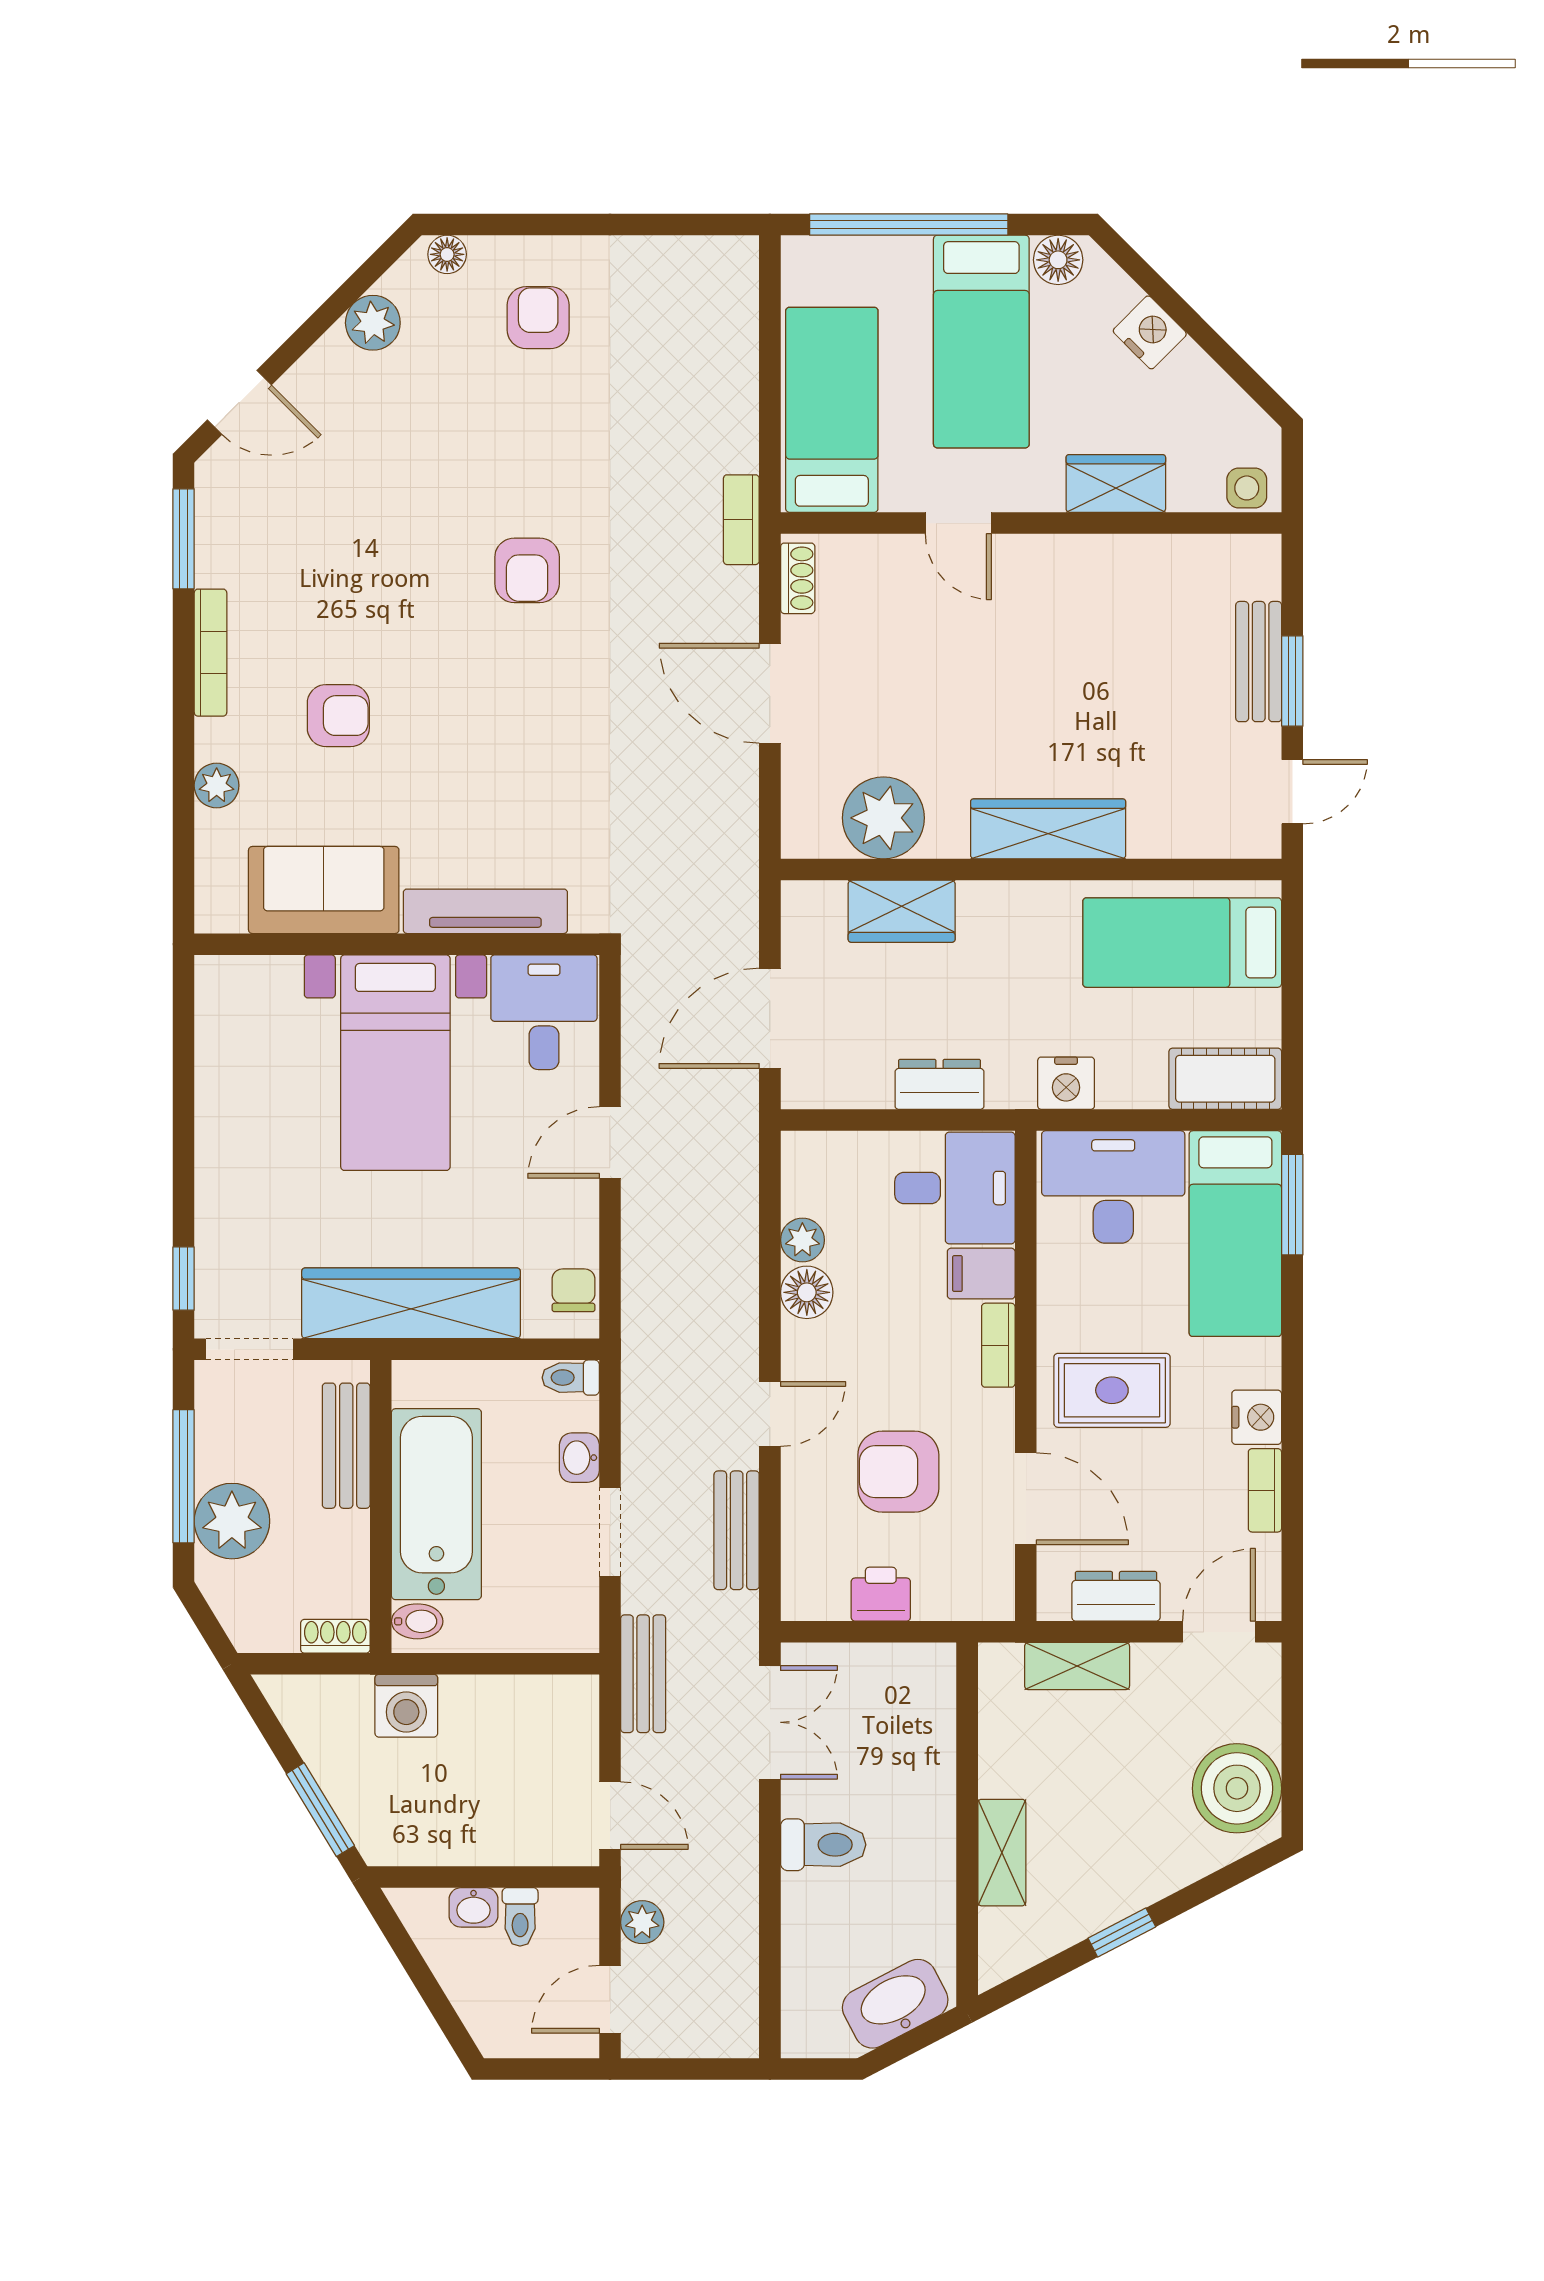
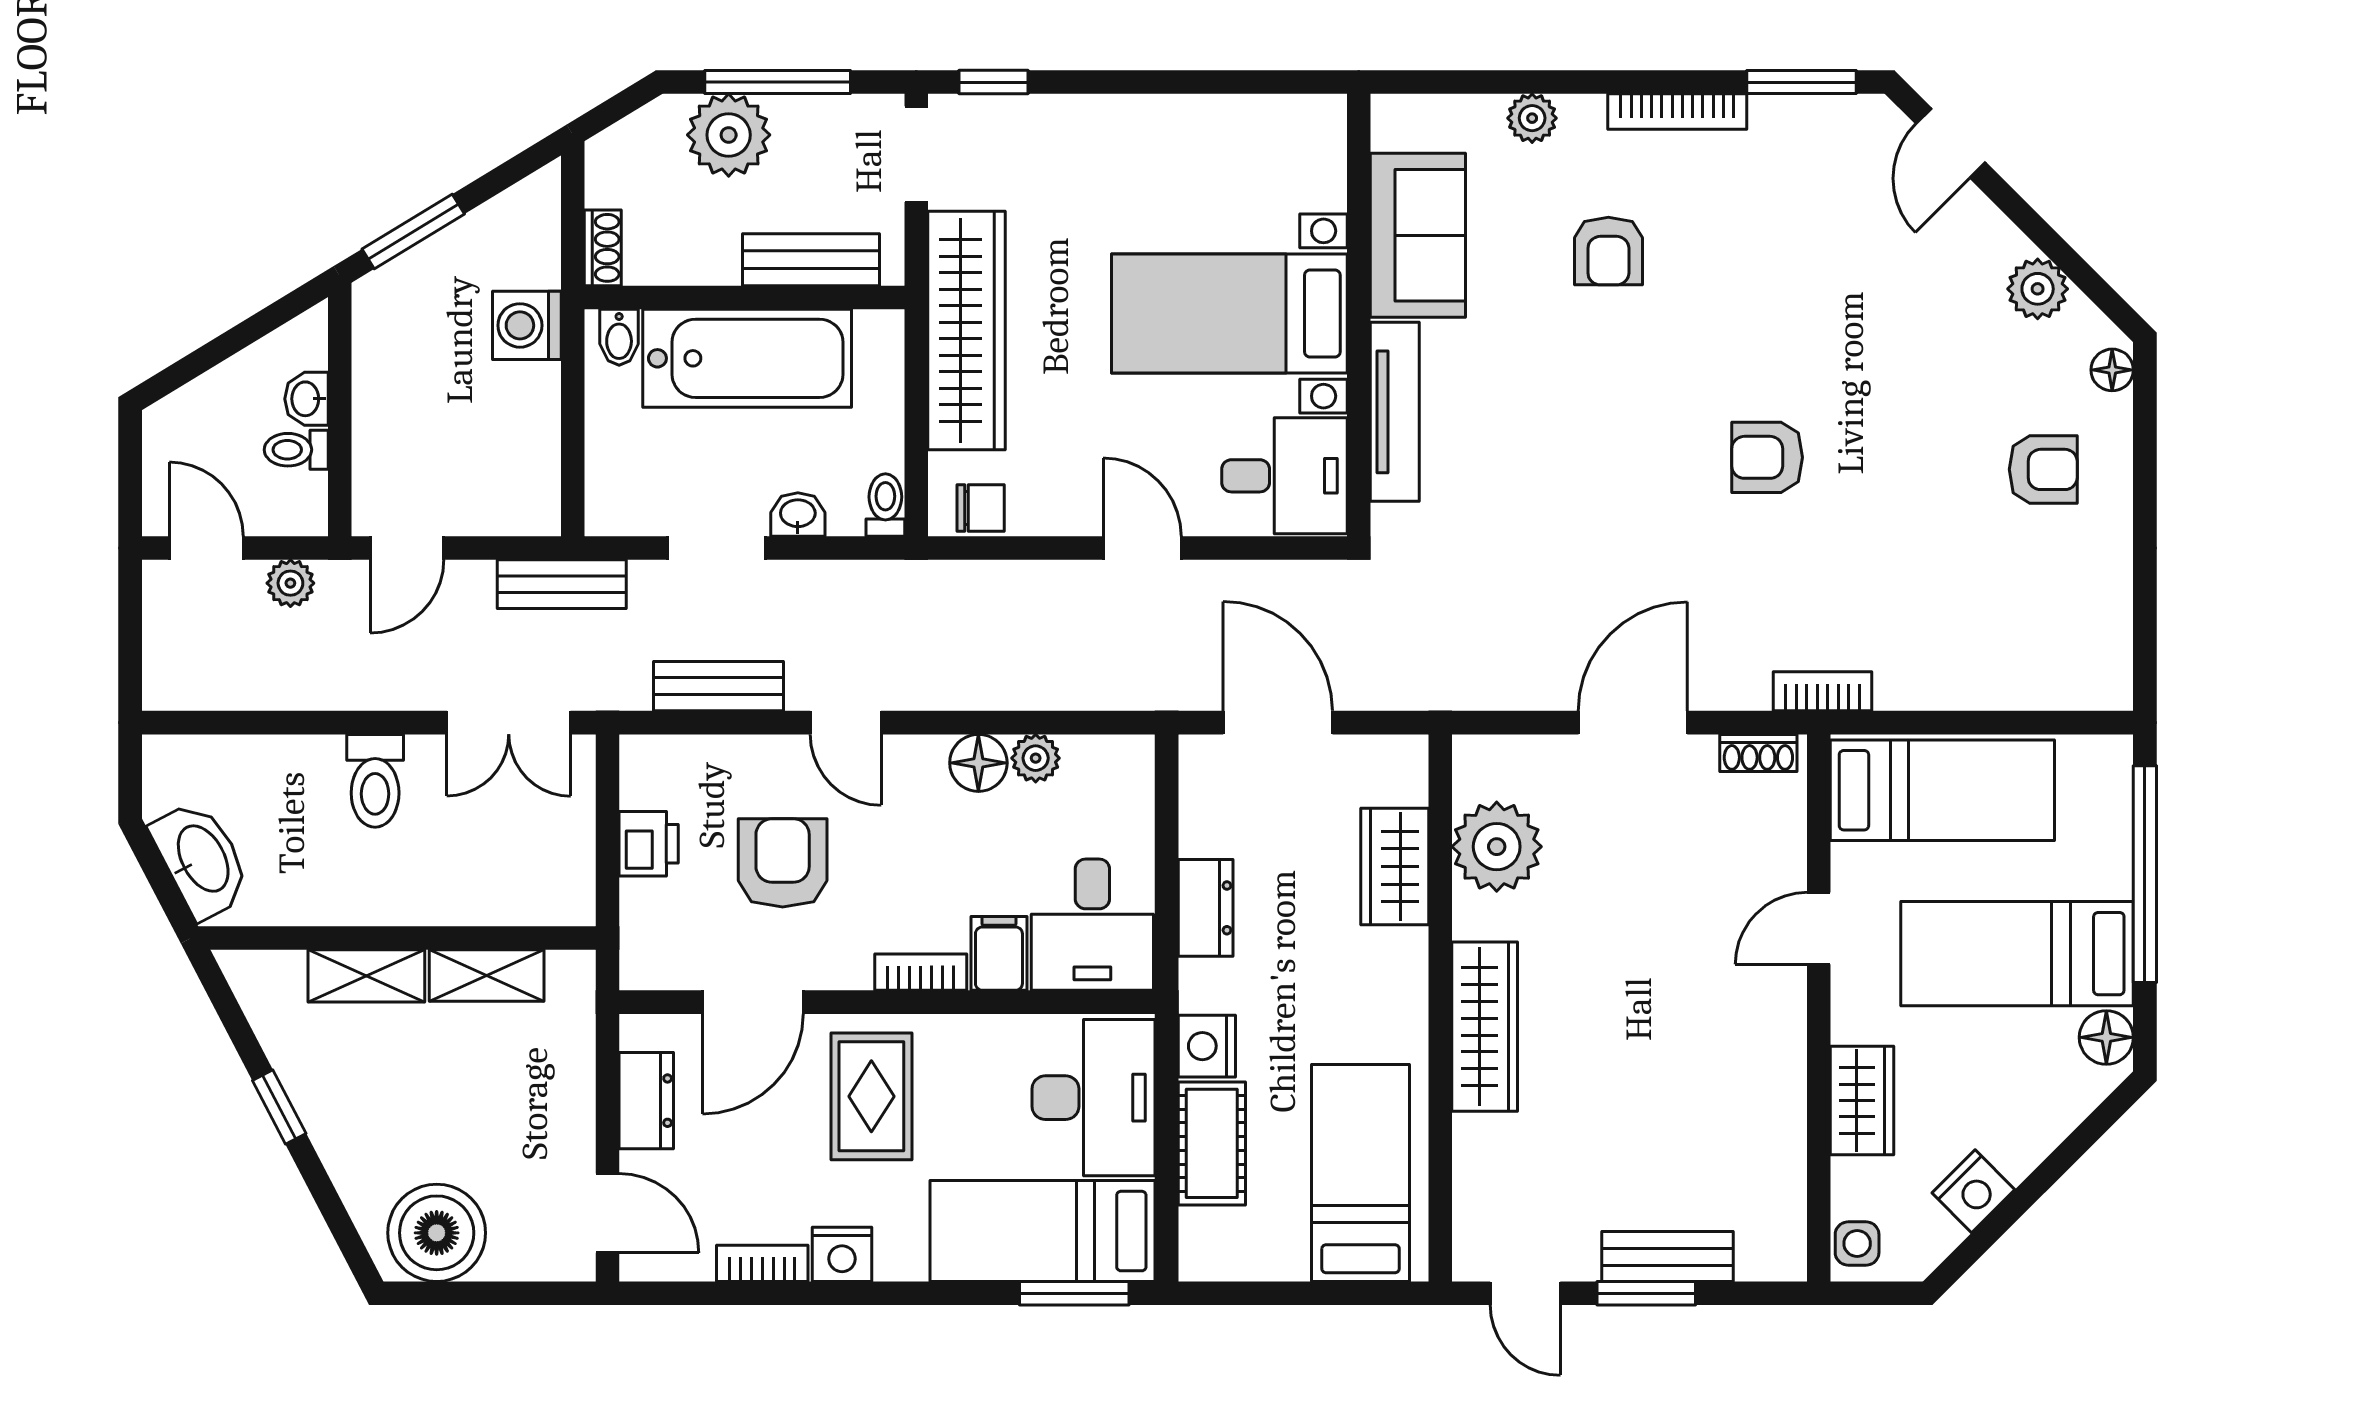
nightstand: (1150, 332) -> (1973, 1191), moved
cot: (1225, 1079) -> (1212, 1143), moved
shelving: (1077, 1666) -> (487, 976), moved, turned 90

